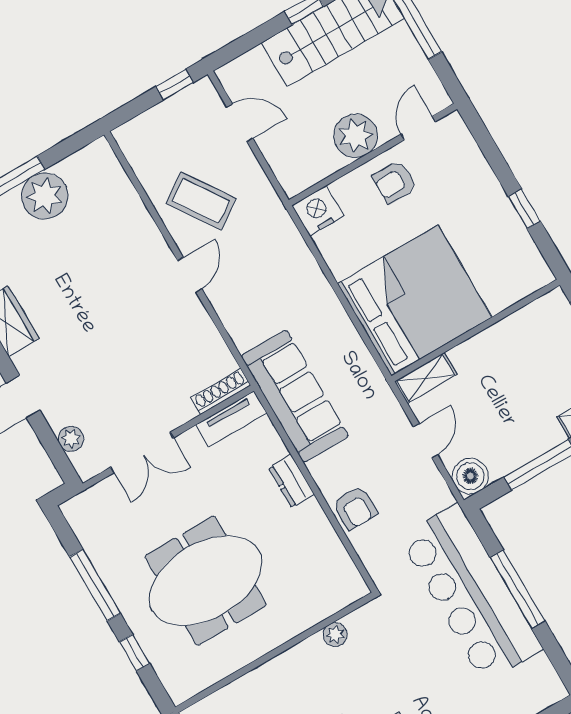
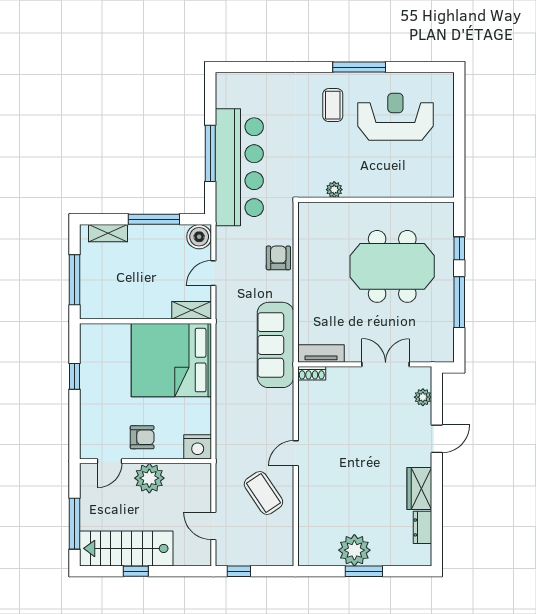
shoe rack: (221, 392) -> (312, 373), width x0.70
dresser: (291, 481) -> (307, 296), removed

